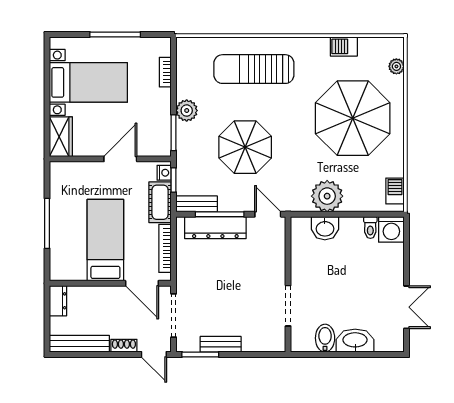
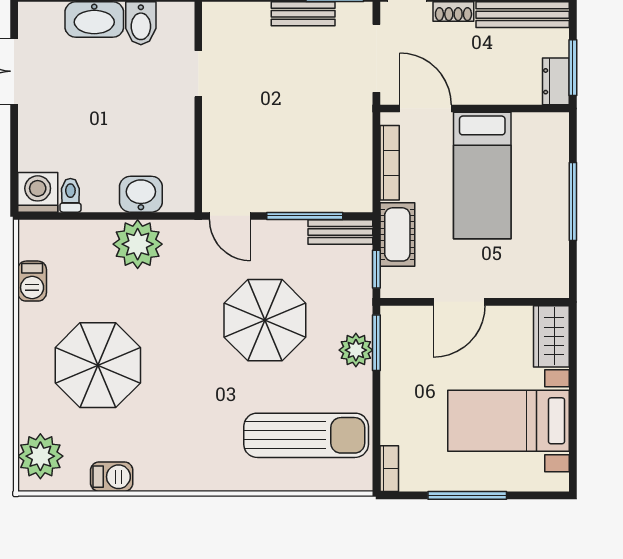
plant: (396, 66) -> (40, 456), width x1.88, depth x1.88
sun lounger: (254, 69) -> (306, 435), moved
bookcase: (165, 72) -> (389, 469), moved
plant: (187, 111) -> (356, 350), moved
parasol: (353, 118) -> (98, 365), width x0.73, depth x0.73
nightstand: (164, 173) -> (391, 280), removed
barbecue: (395, 191) -> (32, 281), moved
dresser: (215, 228) -> (311, 195), removed
doorway: (288, 306) -> (198, 74), width x0.73
window: (47, 310) -> (573, 68), added

